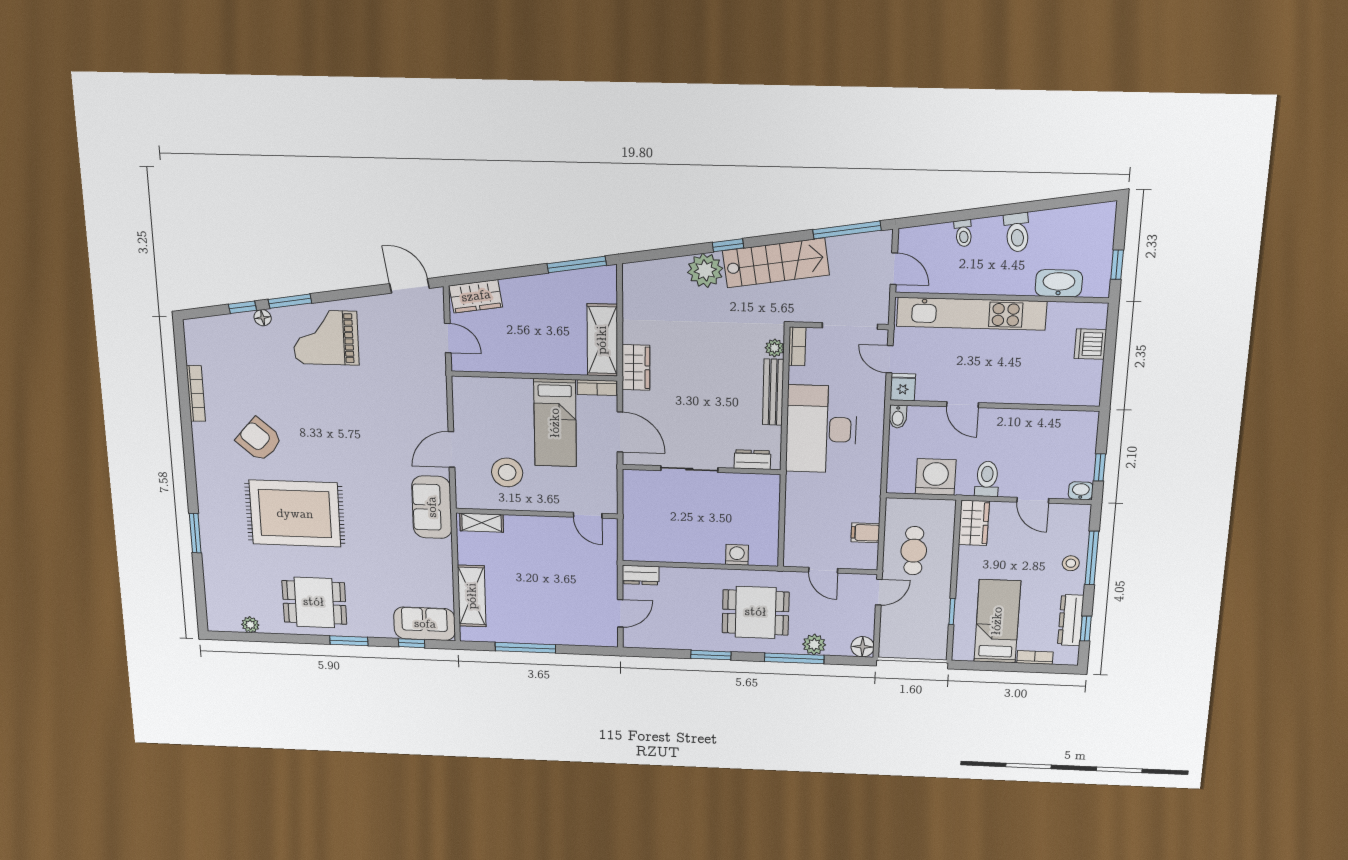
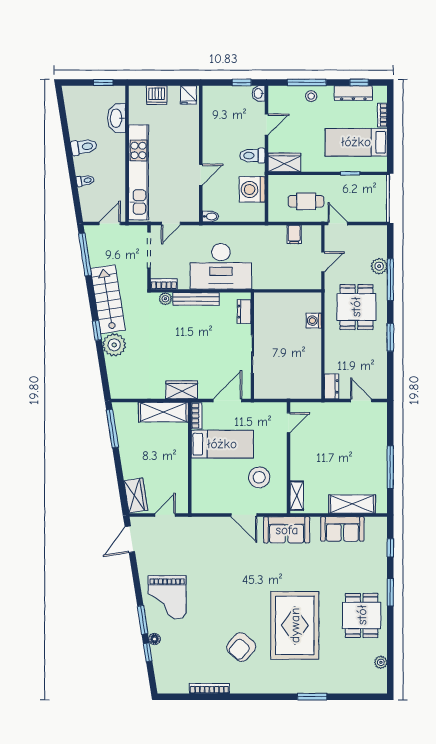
fridge: (903, 387) -> (188, 95), moved, turned -90
sofa: (425, 624) -> (342, 529), moved, turned -90
floor lamp: (863, 647) -> (379, 233), removed

